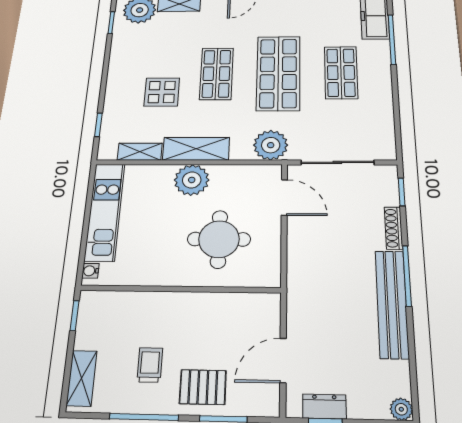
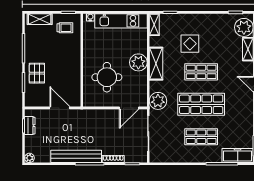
shelving: (140, 152) -> (154, 25), moved
door: (283, 360) -> (60, 108), moved
trolley: (150, 365) -> (65, 28), moved

